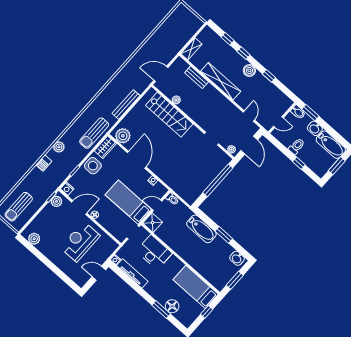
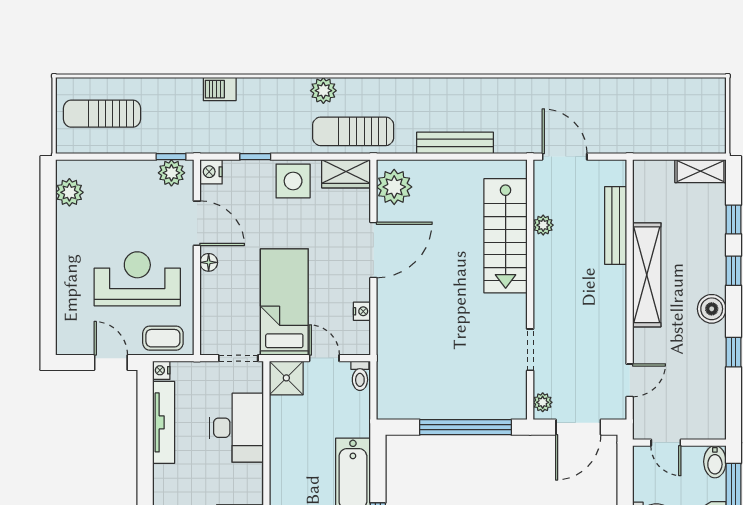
shelving: (191, 49) -> (700, 171), moved
bench: (197, 77) -> (616, 226), width x1.36
plant: (59, 147) -> (323, 91), moved
coffee table: (106, 250) -> (163, 338), added

